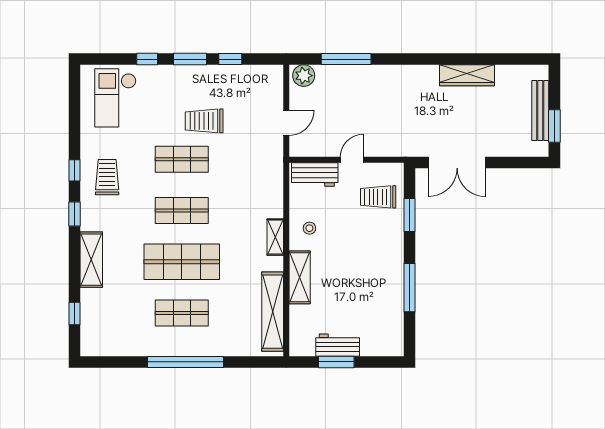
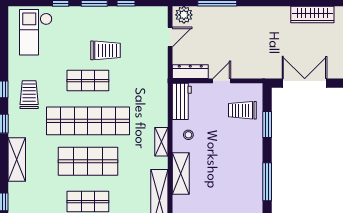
trolley: (204, 121) -> (105, 50), turned 180
door: (286, 123) -> (170, 37), moved
dresser: (312, 148) -> (190, 72), added
double door: (457, 163) -> (305, 83), swing flipped
workbench: (315, 174) -> (182, 101), moved, turned -90
shop shelf: (182, 210) -> (88, 121), width x2.00, depth x1.36

